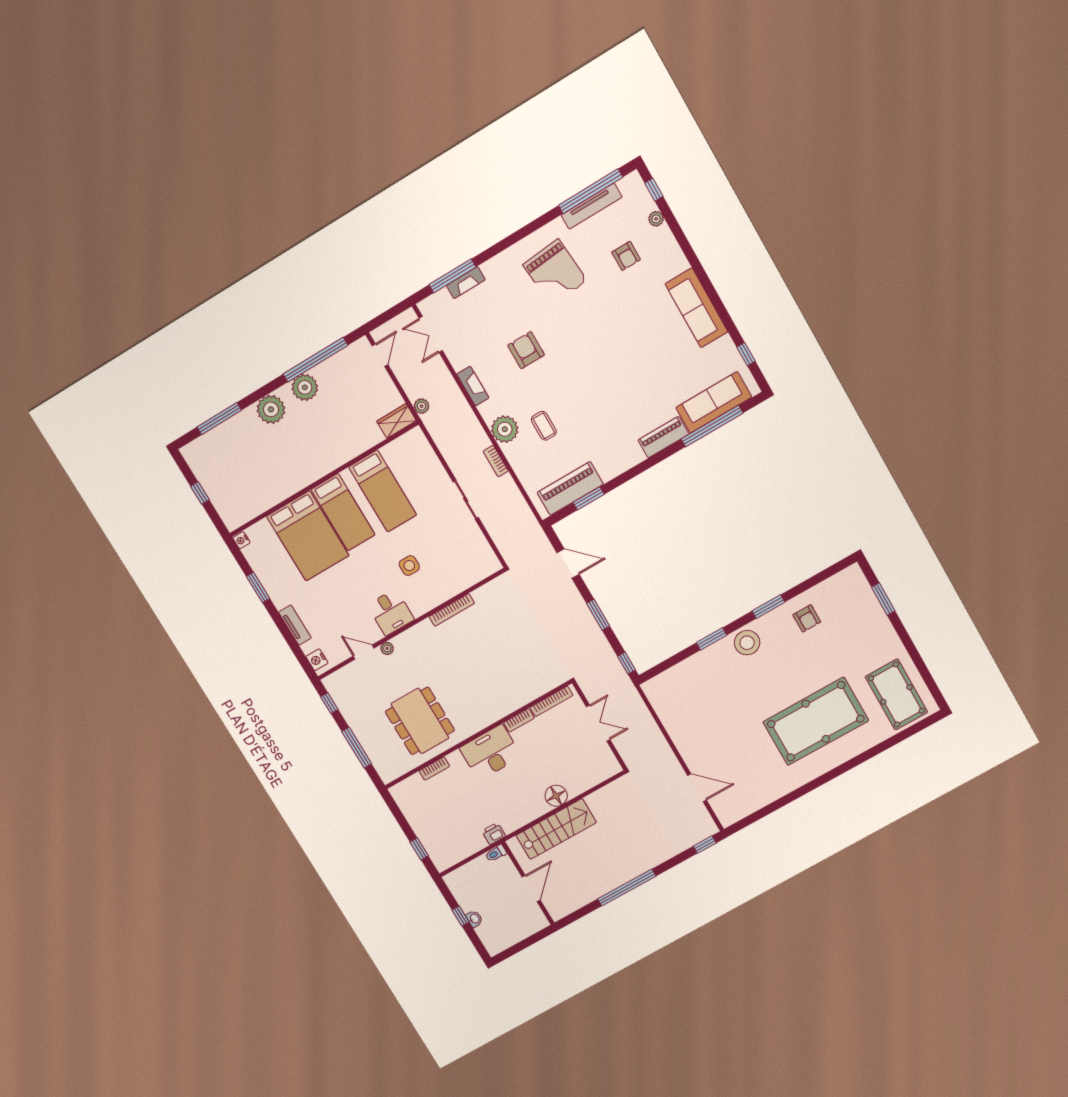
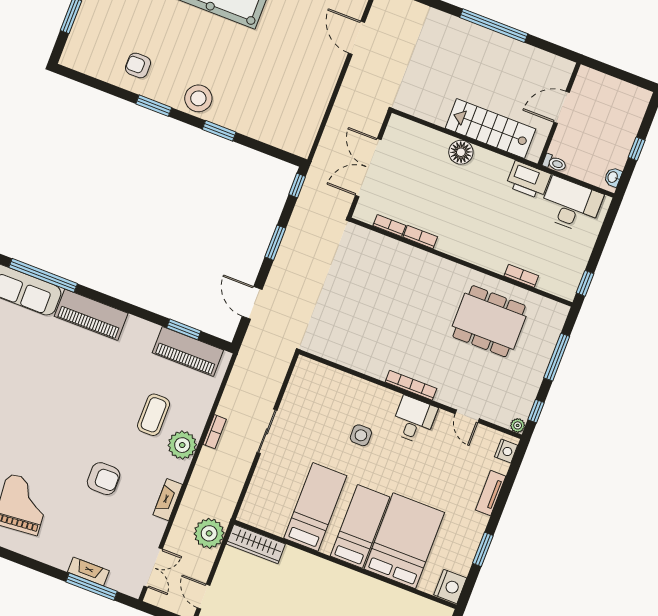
armchair: (526, 350) -> (104, 479), turned -90
door: (380, 355) -> (204, 597), hinge flipped
plant: (422, 406) -> (209, 533), width x1.88, depth x1.88
wardrobe: (397, 421) -> (256, 544), width x1.50
coffee table: (544, 426) -> (154, 415), width x1.36, depth x1.30
piano: (663, 437) -> (91, 315), width x1.37, depth x1.33
nightstand: (241, 540) -> (450, 586), width x1.89, depth x1.79
bookcase: (452, 610) -> (411, 385), moved
armchair: (807, 618) -> (138, 65), turned -90
plant: (387, 648) -> (518, 425), moved
bookcase: (551, 701) -> (389, 226), width x0.64
dining table: (420, 721) -> (489, 321), turned 90
double door: (598, 723) -> (368, 168), width x1.37
desk: (490, 752) -> (571, 205), moved, turned 180
printer: (494, 834) -> (528, 180), width x1.87, depth x1.48
window: (419, 849) -> (585, 283), moved
washbasin: (474, 919) -> (613, 177), moved

